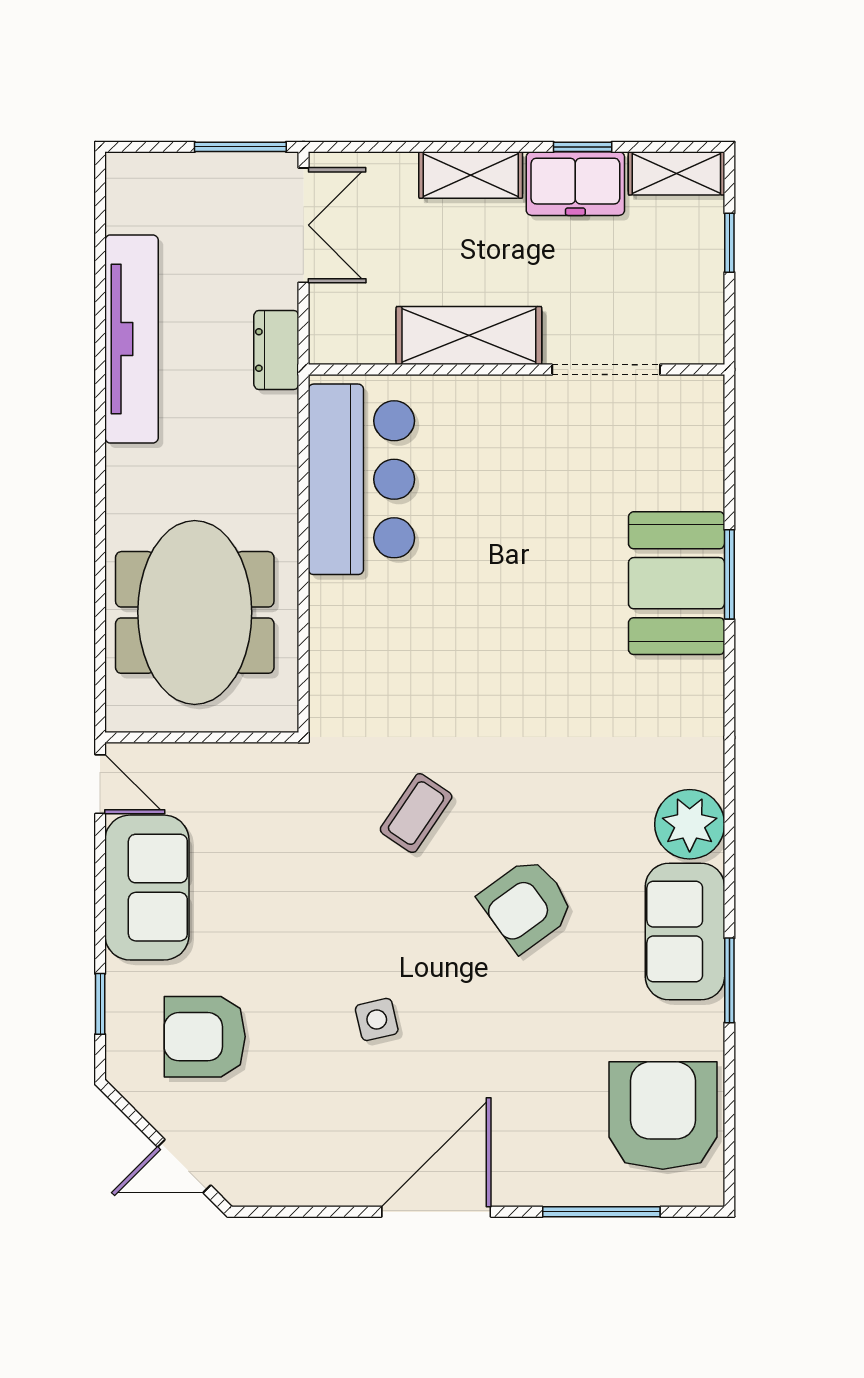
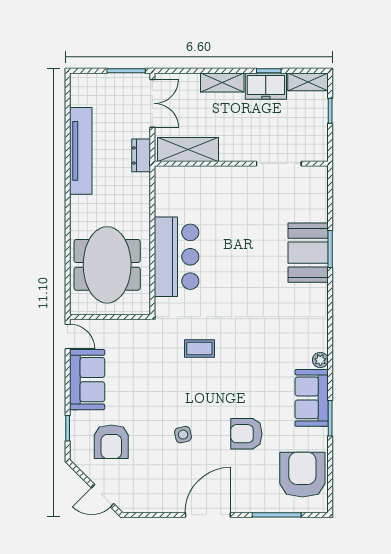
shelving: (469, 336) -> (188, 149), moved
bar counter: (361, 479) -> (177, 257), moved
coffee table: (416, 813) -> (199, 349), turned 56
plant: (690, 824) -> (320, 360), width x0.53, depth x0.53
armchair: (526, 905) -> (246, 434), moved, turned 36
armchair: (205, 1037) -> (111, 442), turned -90

